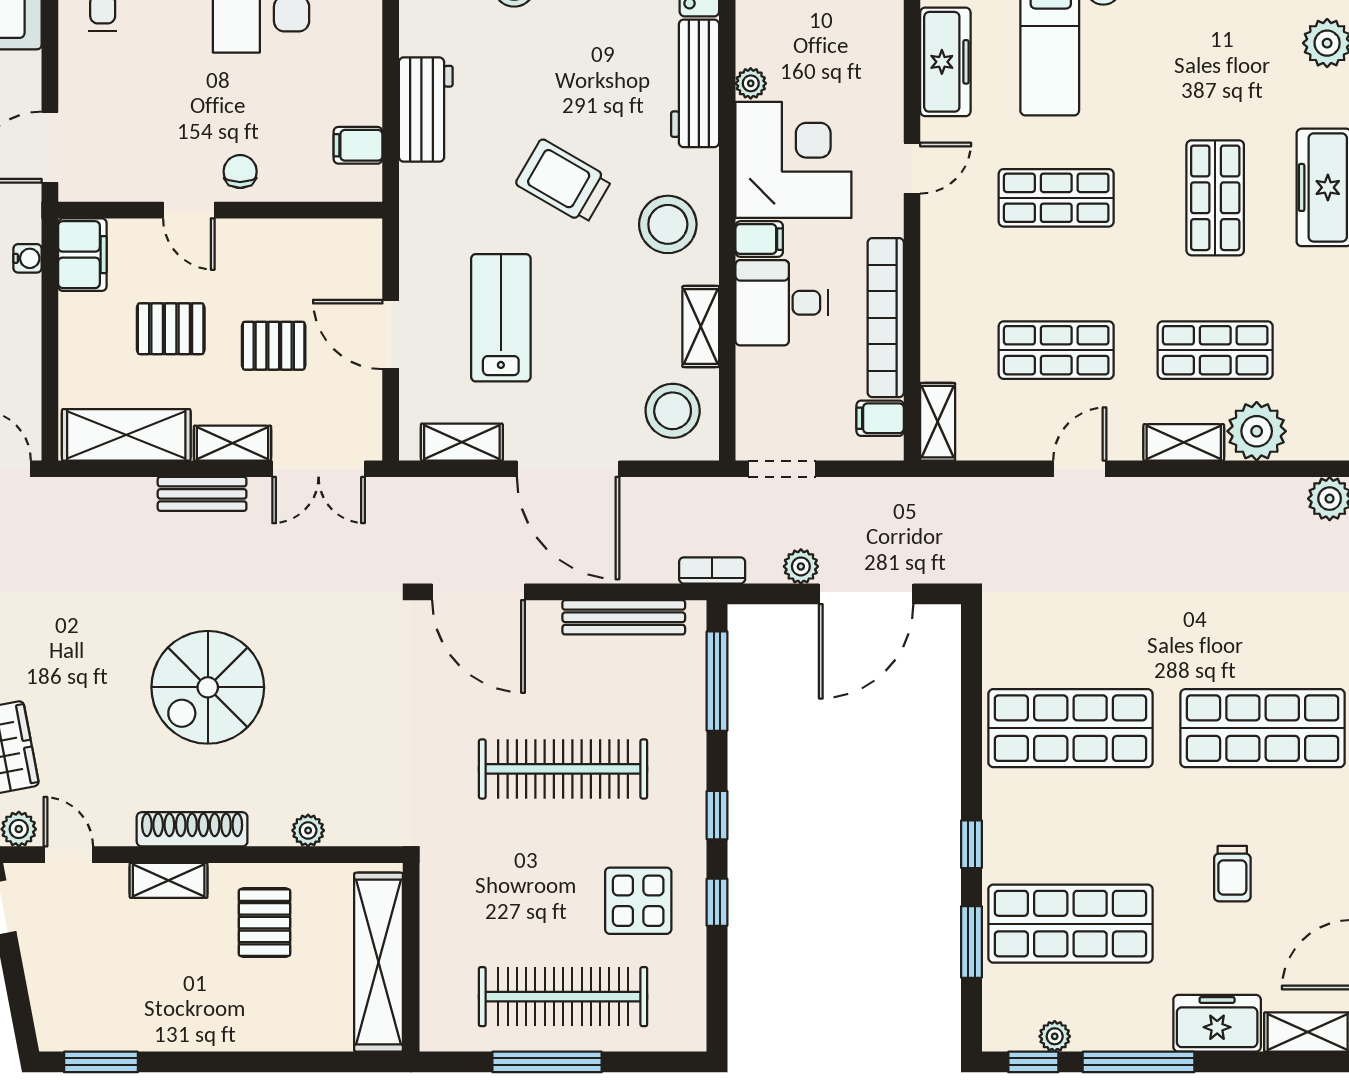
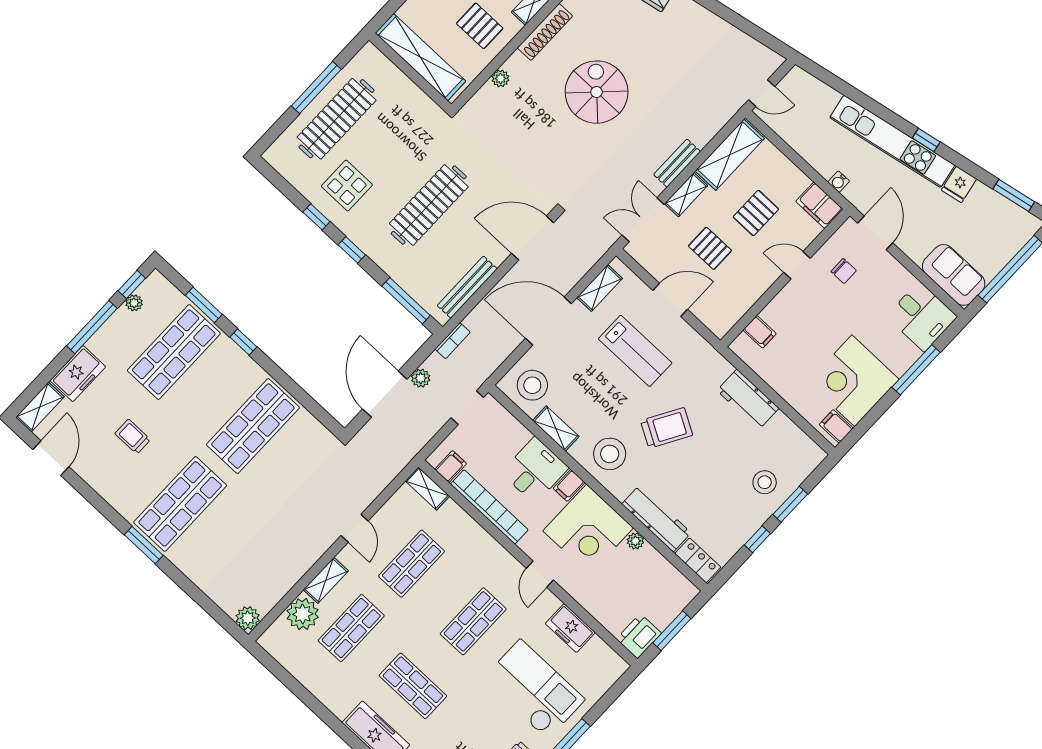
freezer: (945, 62) -> (570, 628), width x0.71
filing cabinet: (358, 145) -> (760, 332), moved, turned 90
chair: (240, 171) -> (844, 271), moved
pallet: (274, 346) -> (710, 248), turned 90

